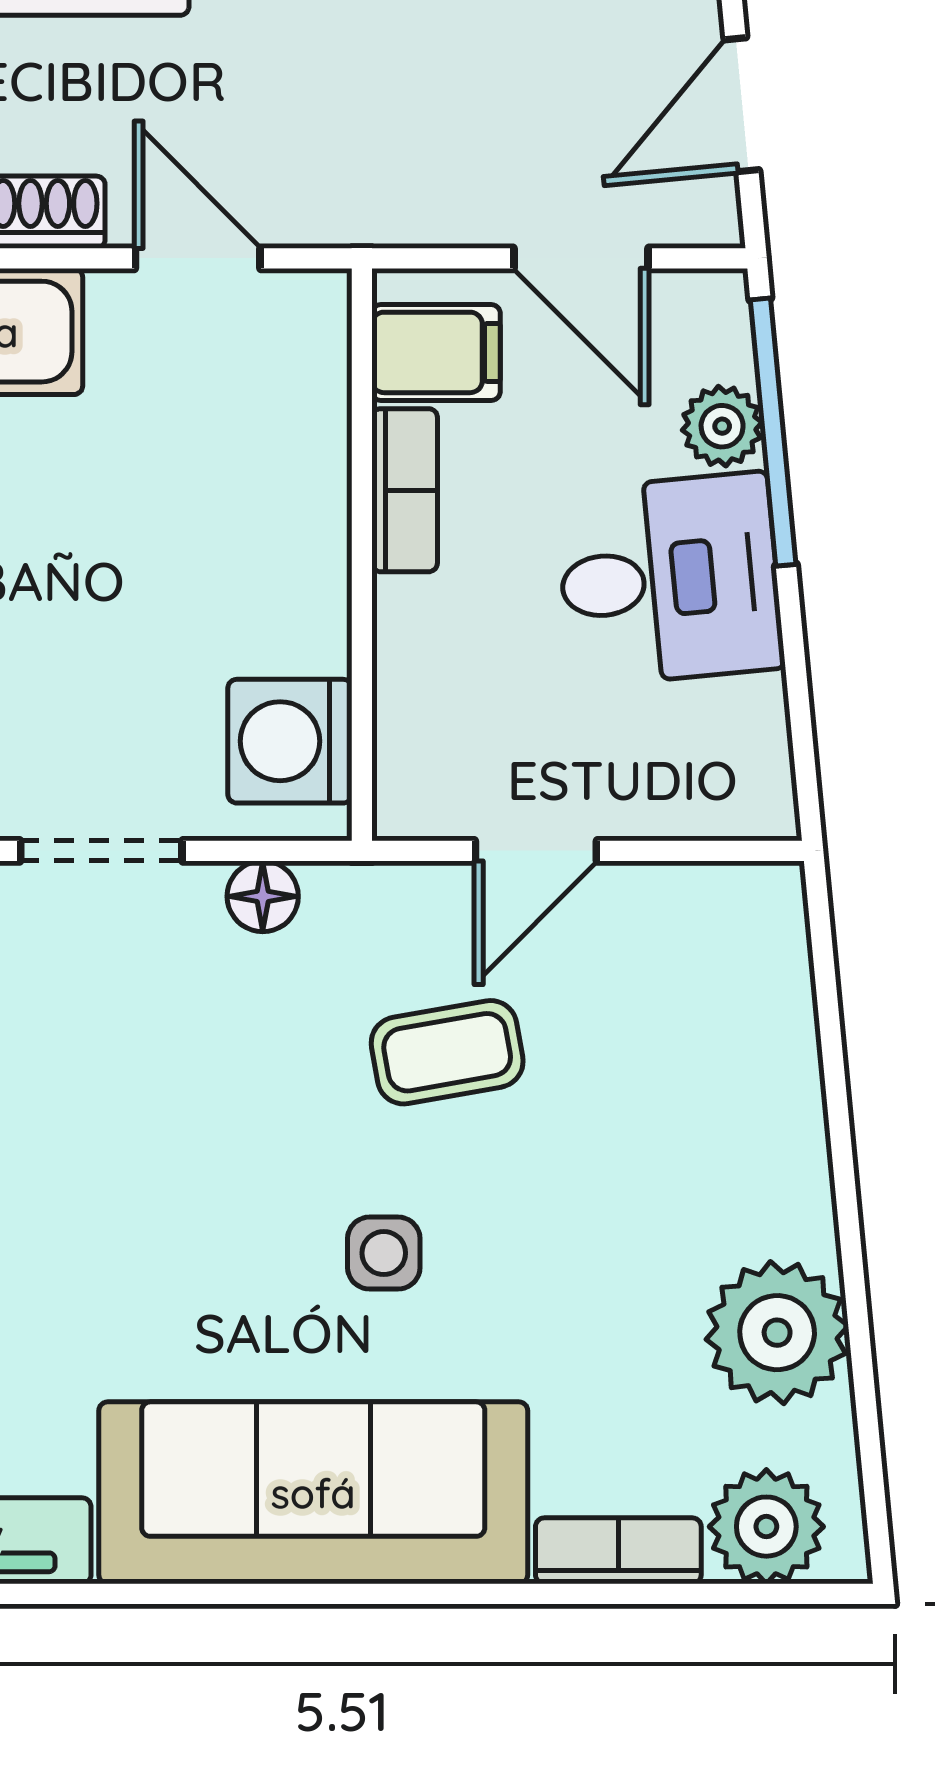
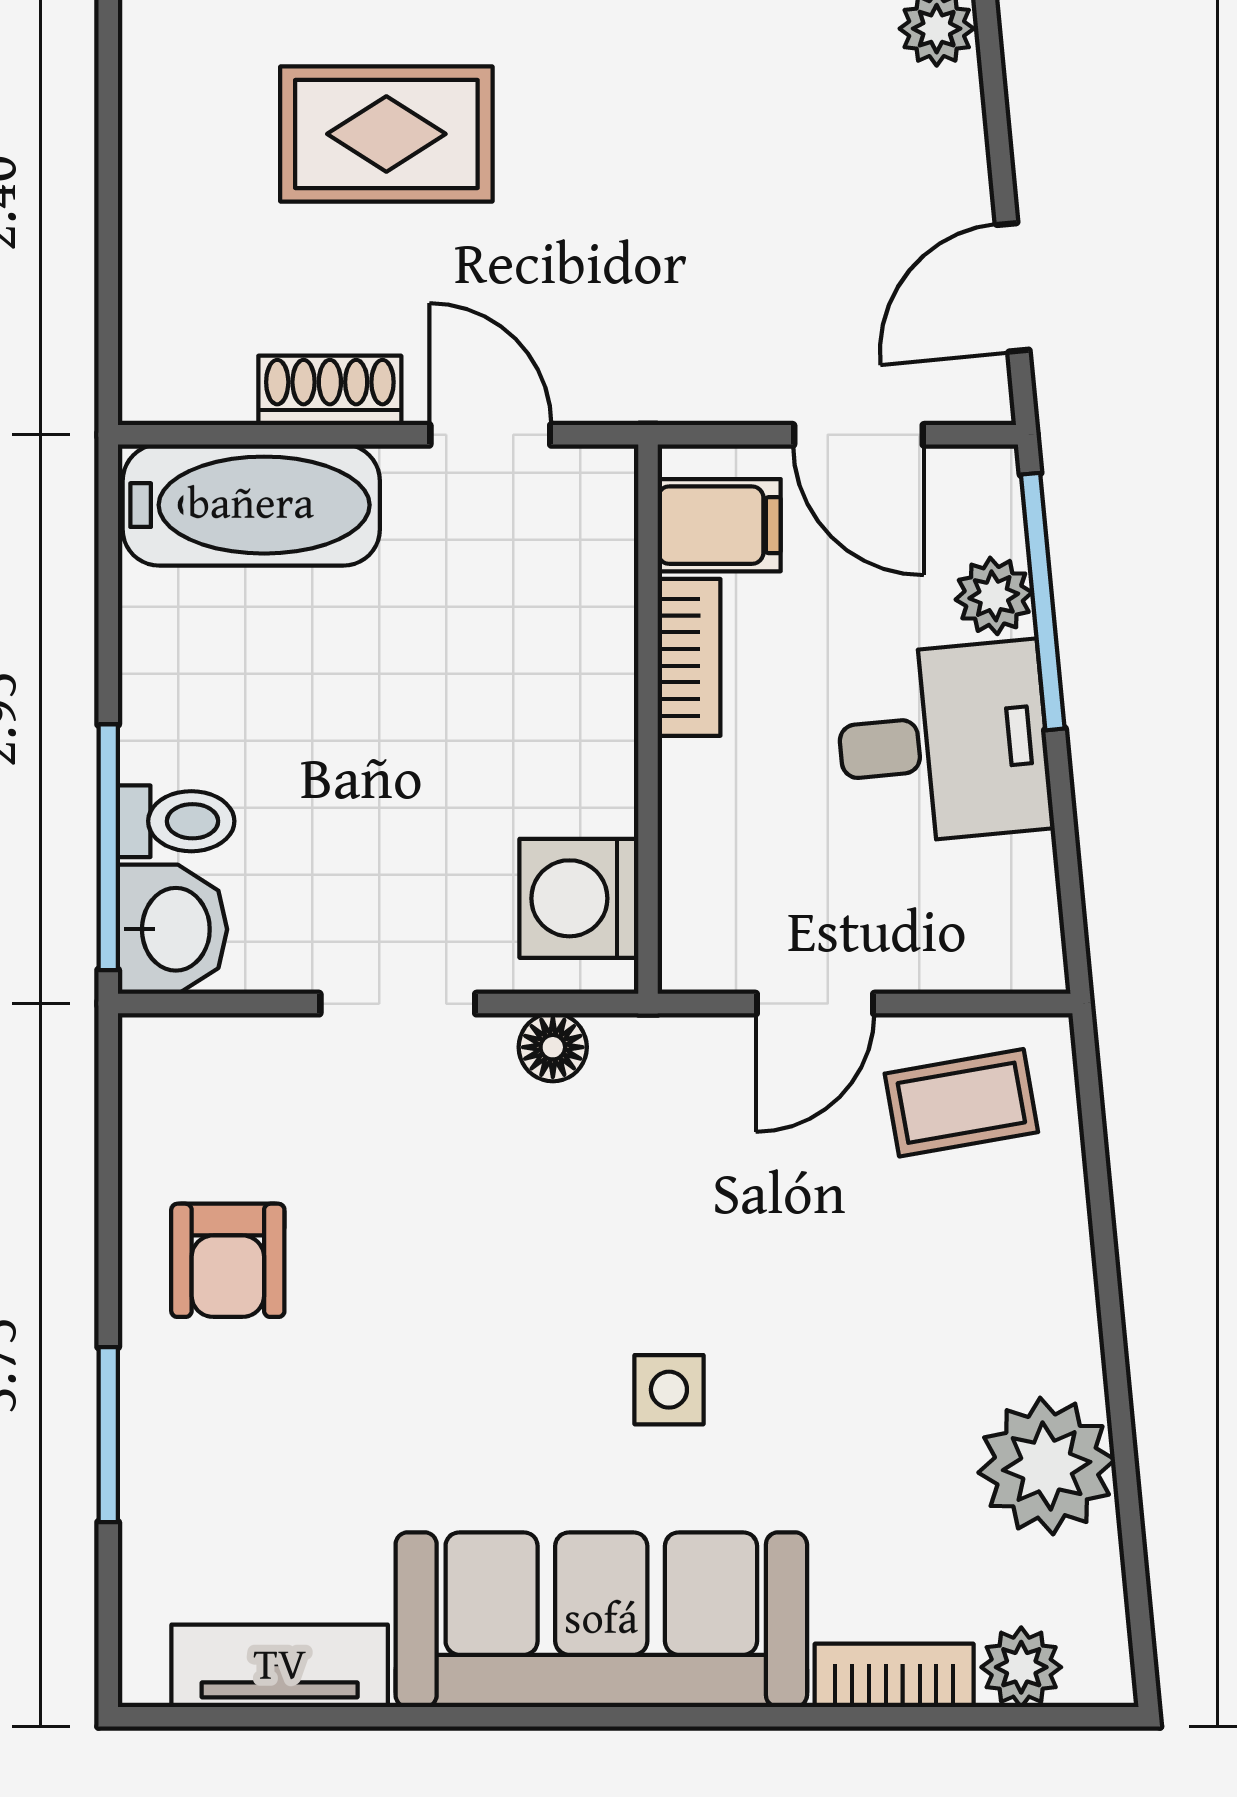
coffee table: (447, 1052) -> (961, 1103), moved
plant: (766, 1527) -> (1021, 1667), width x0.73, depth x0.73

